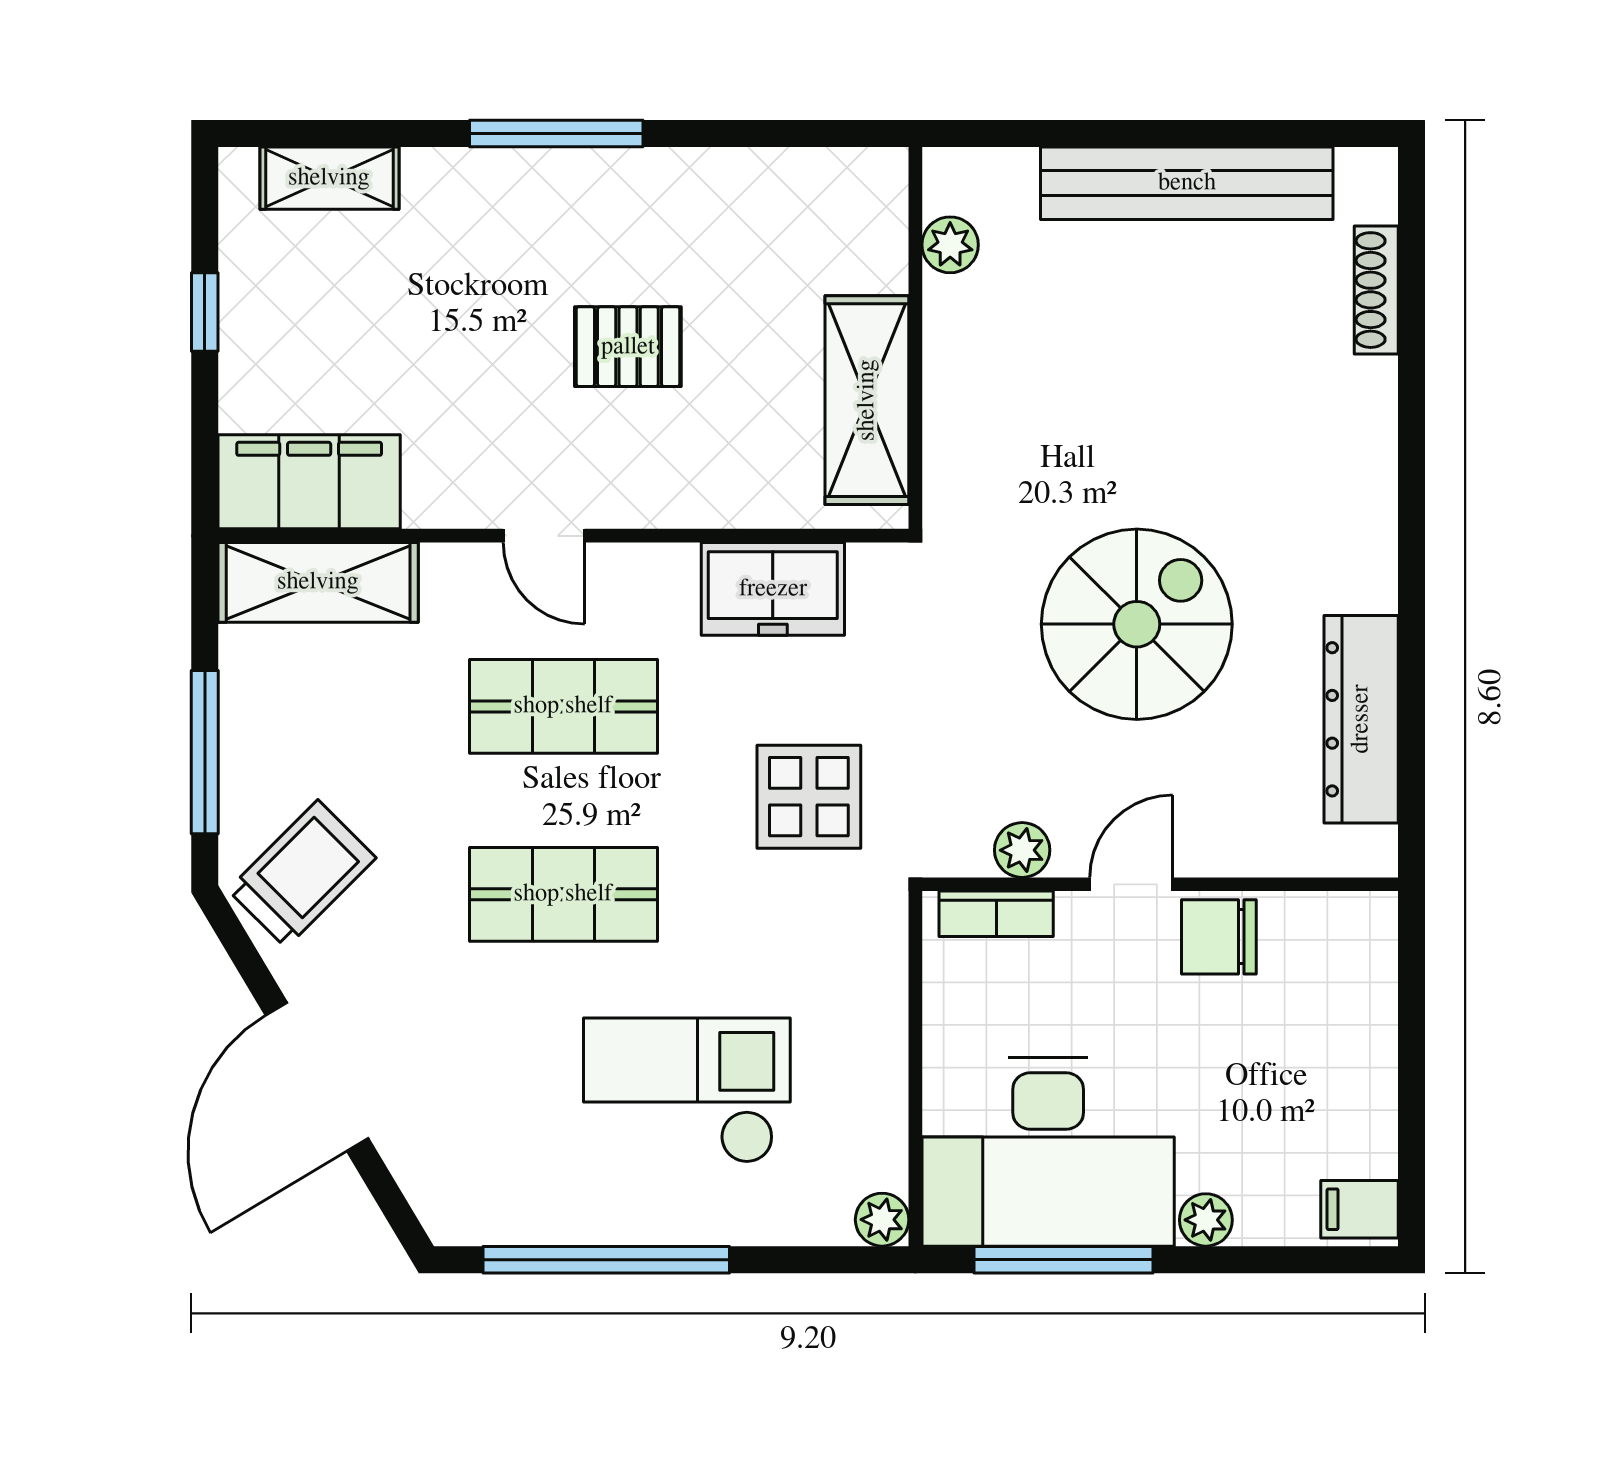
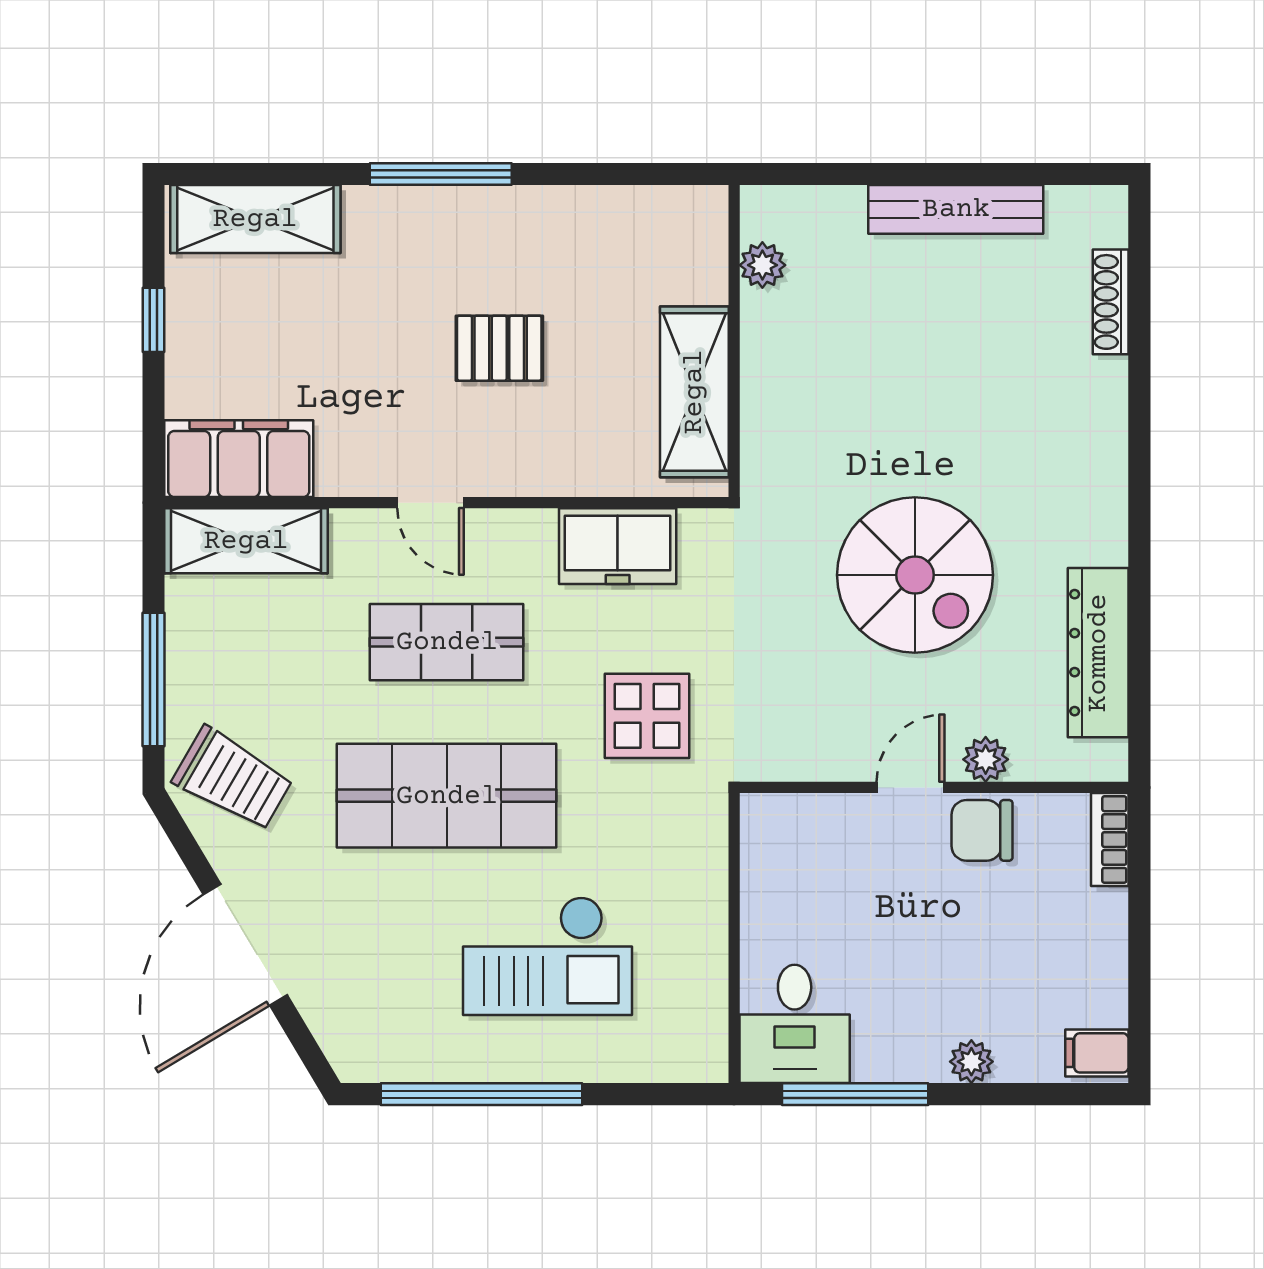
shelving: (329, 178) -> (255, 219), width x1.50, depth x1.33
bench: (1187, 183) -> (956, 209), width x0.73, depth x0.82
spiral stairs: (1137, 624) -> (915, 575), turned 90
plant: (1022, 850) -> (986, 759), moved
trolley: (302, 874) -> (233, 779), turned 75
shop shelf: (563, 894) -> (447, 796), width x1.43, depth x1.36
bookcase: (996, 914) -> (1110, 840), moved, turned 90
checkout: (687, 1090) -> (547, 956), turned 180
desk: (1048, 1152) -> (795, 1024), width x0.53, depth x0.77
plant: (882, 1220) -> (707, 1061), removed

